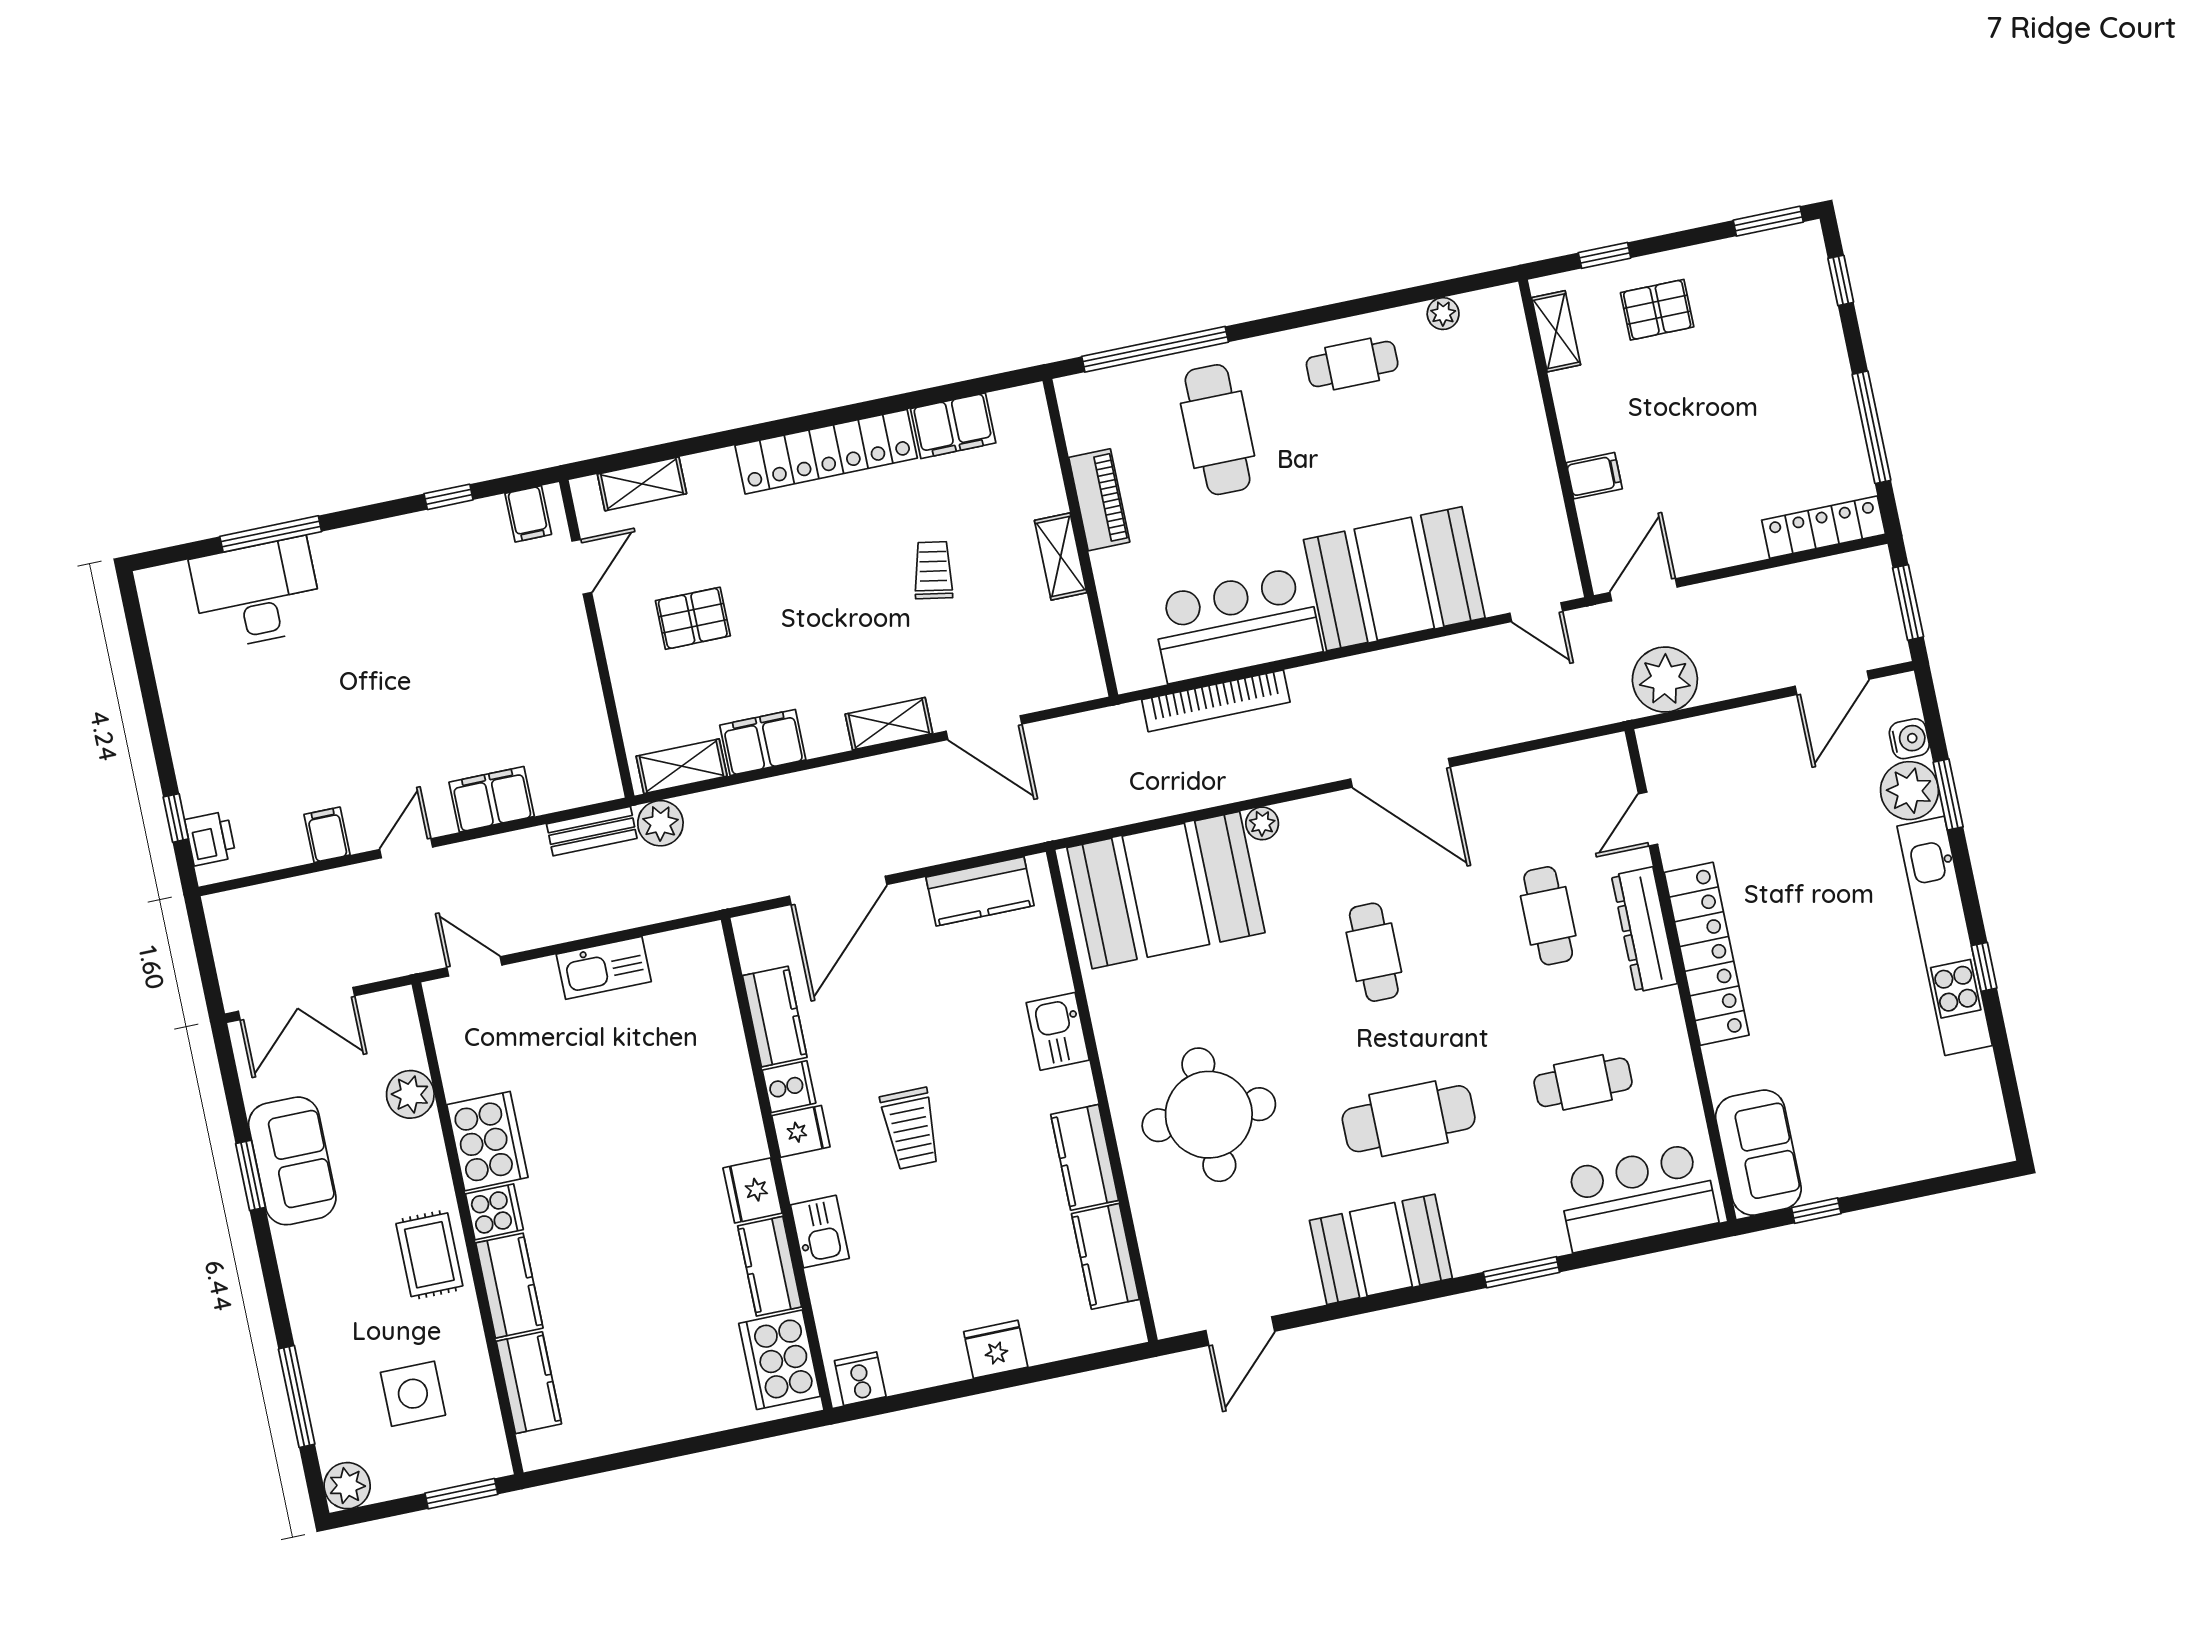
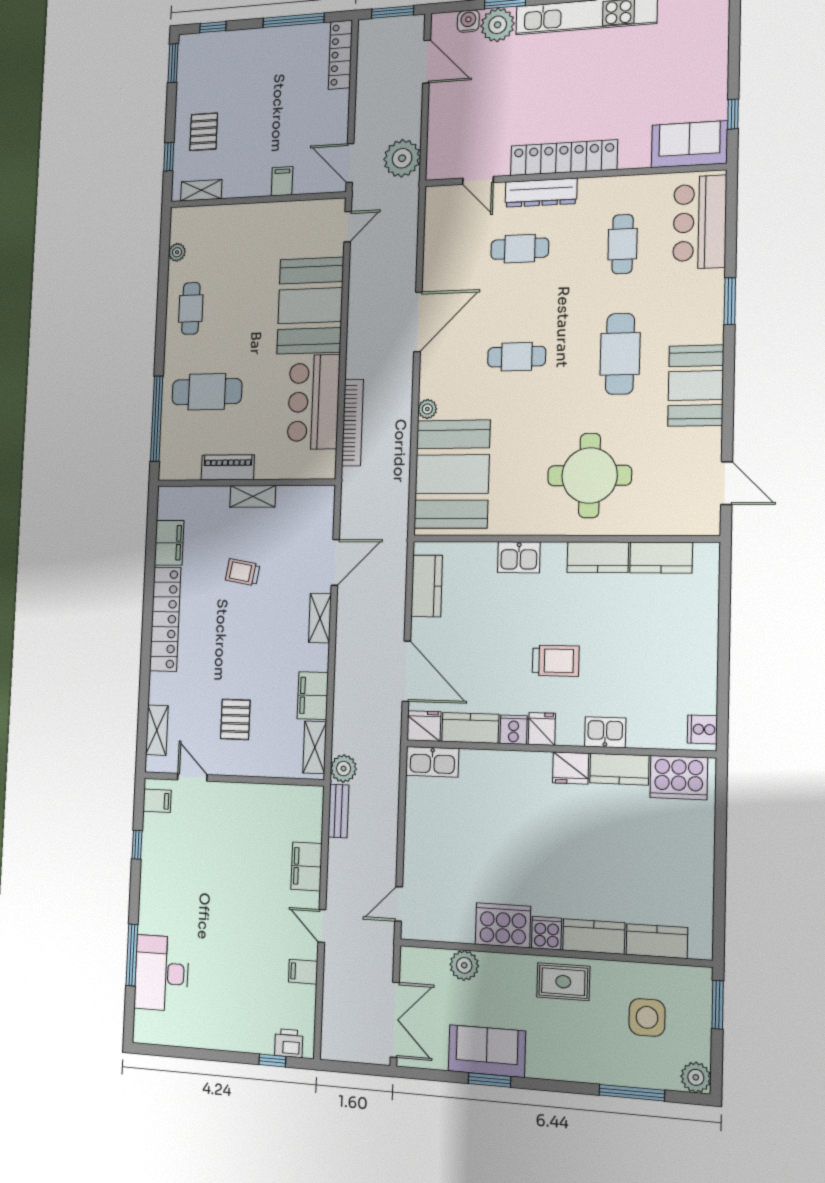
kitchen sink: (604, 968) -> (432, 762), moved, turned 90
fridge: (996, 1349) -> (424, 726), moved, turned 90

